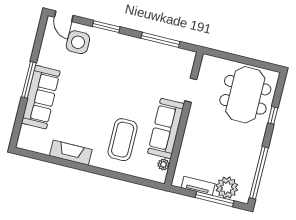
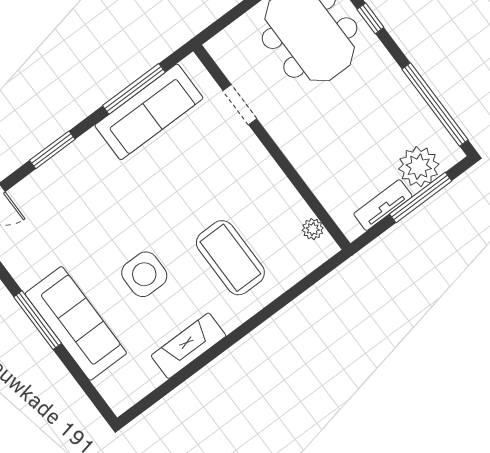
side table: (78, 42) -> (144, 274), moved
sofa: (166, 128) -> (149, 112), moved, turned -90

